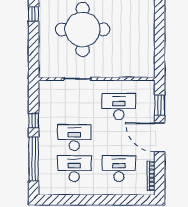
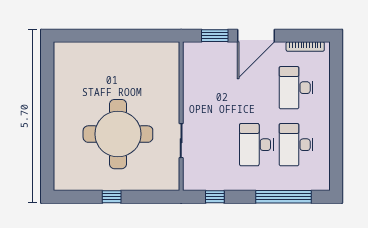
window: (34, 14) -> (112, 197), moved
desk: (119, 107) -> (217, 88), removed
window: (34, 121) -> (215, 197), moved

